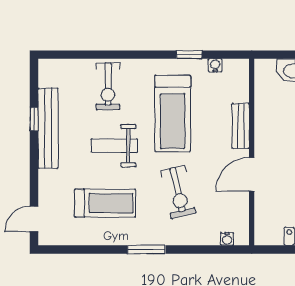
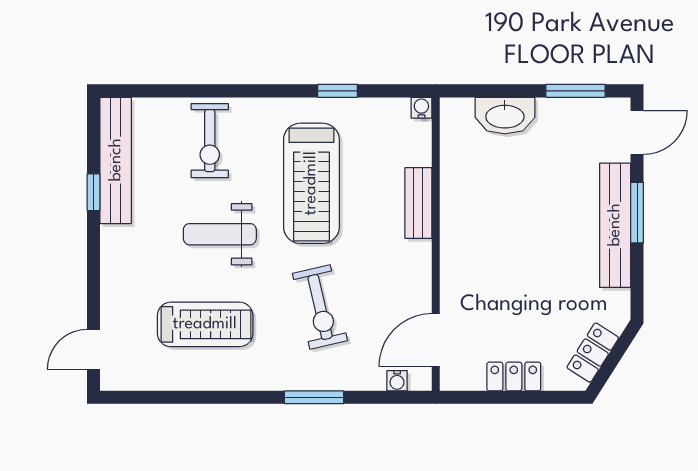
water cooler: (215, 65) -> (421, 108), moved
bench: (48, 128) -> (116, 160), moved
door: (252, 174) -> (436, 340), moved
window: (146, 249) -> (314, 397), moved

